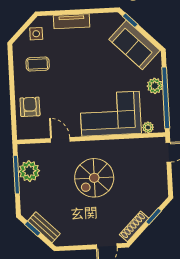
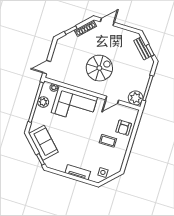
coffee table: (38, 64) -> (108, 141), moved
plant: (155, 86) -> (43, 102), moved
door: (60, 140) -> (112, 100), hinge flipped
plant: (29, 171) -> (136, 98), moved

